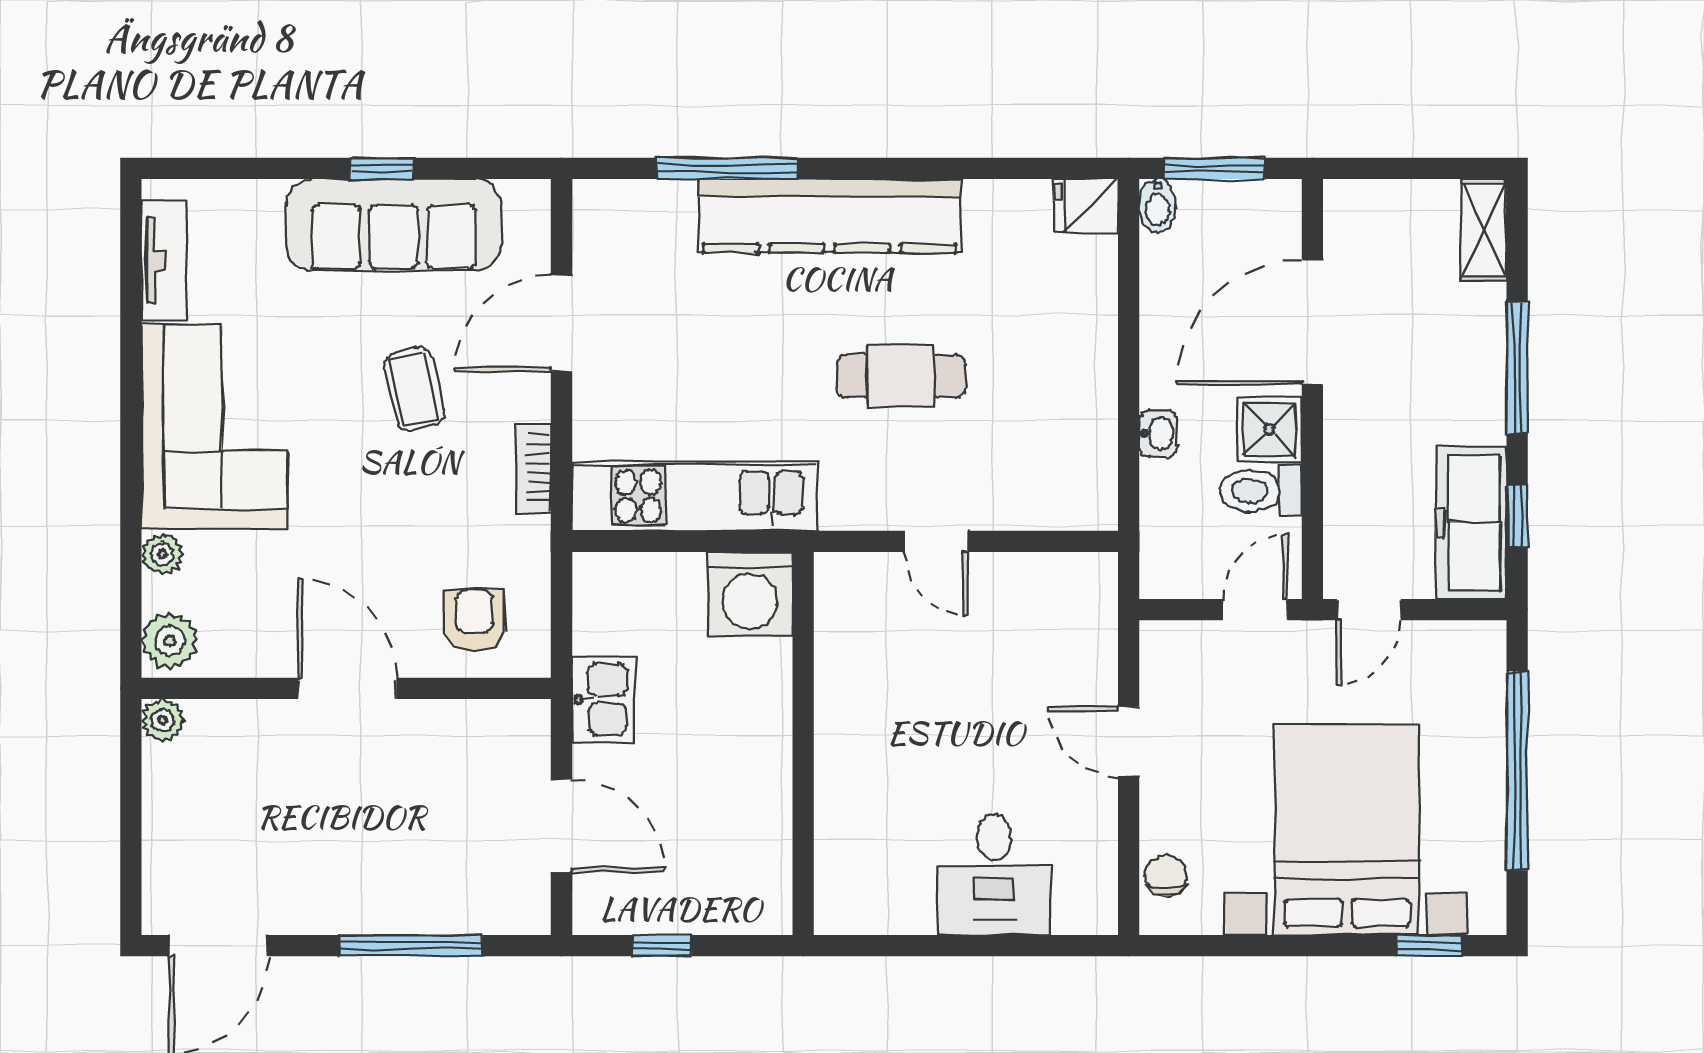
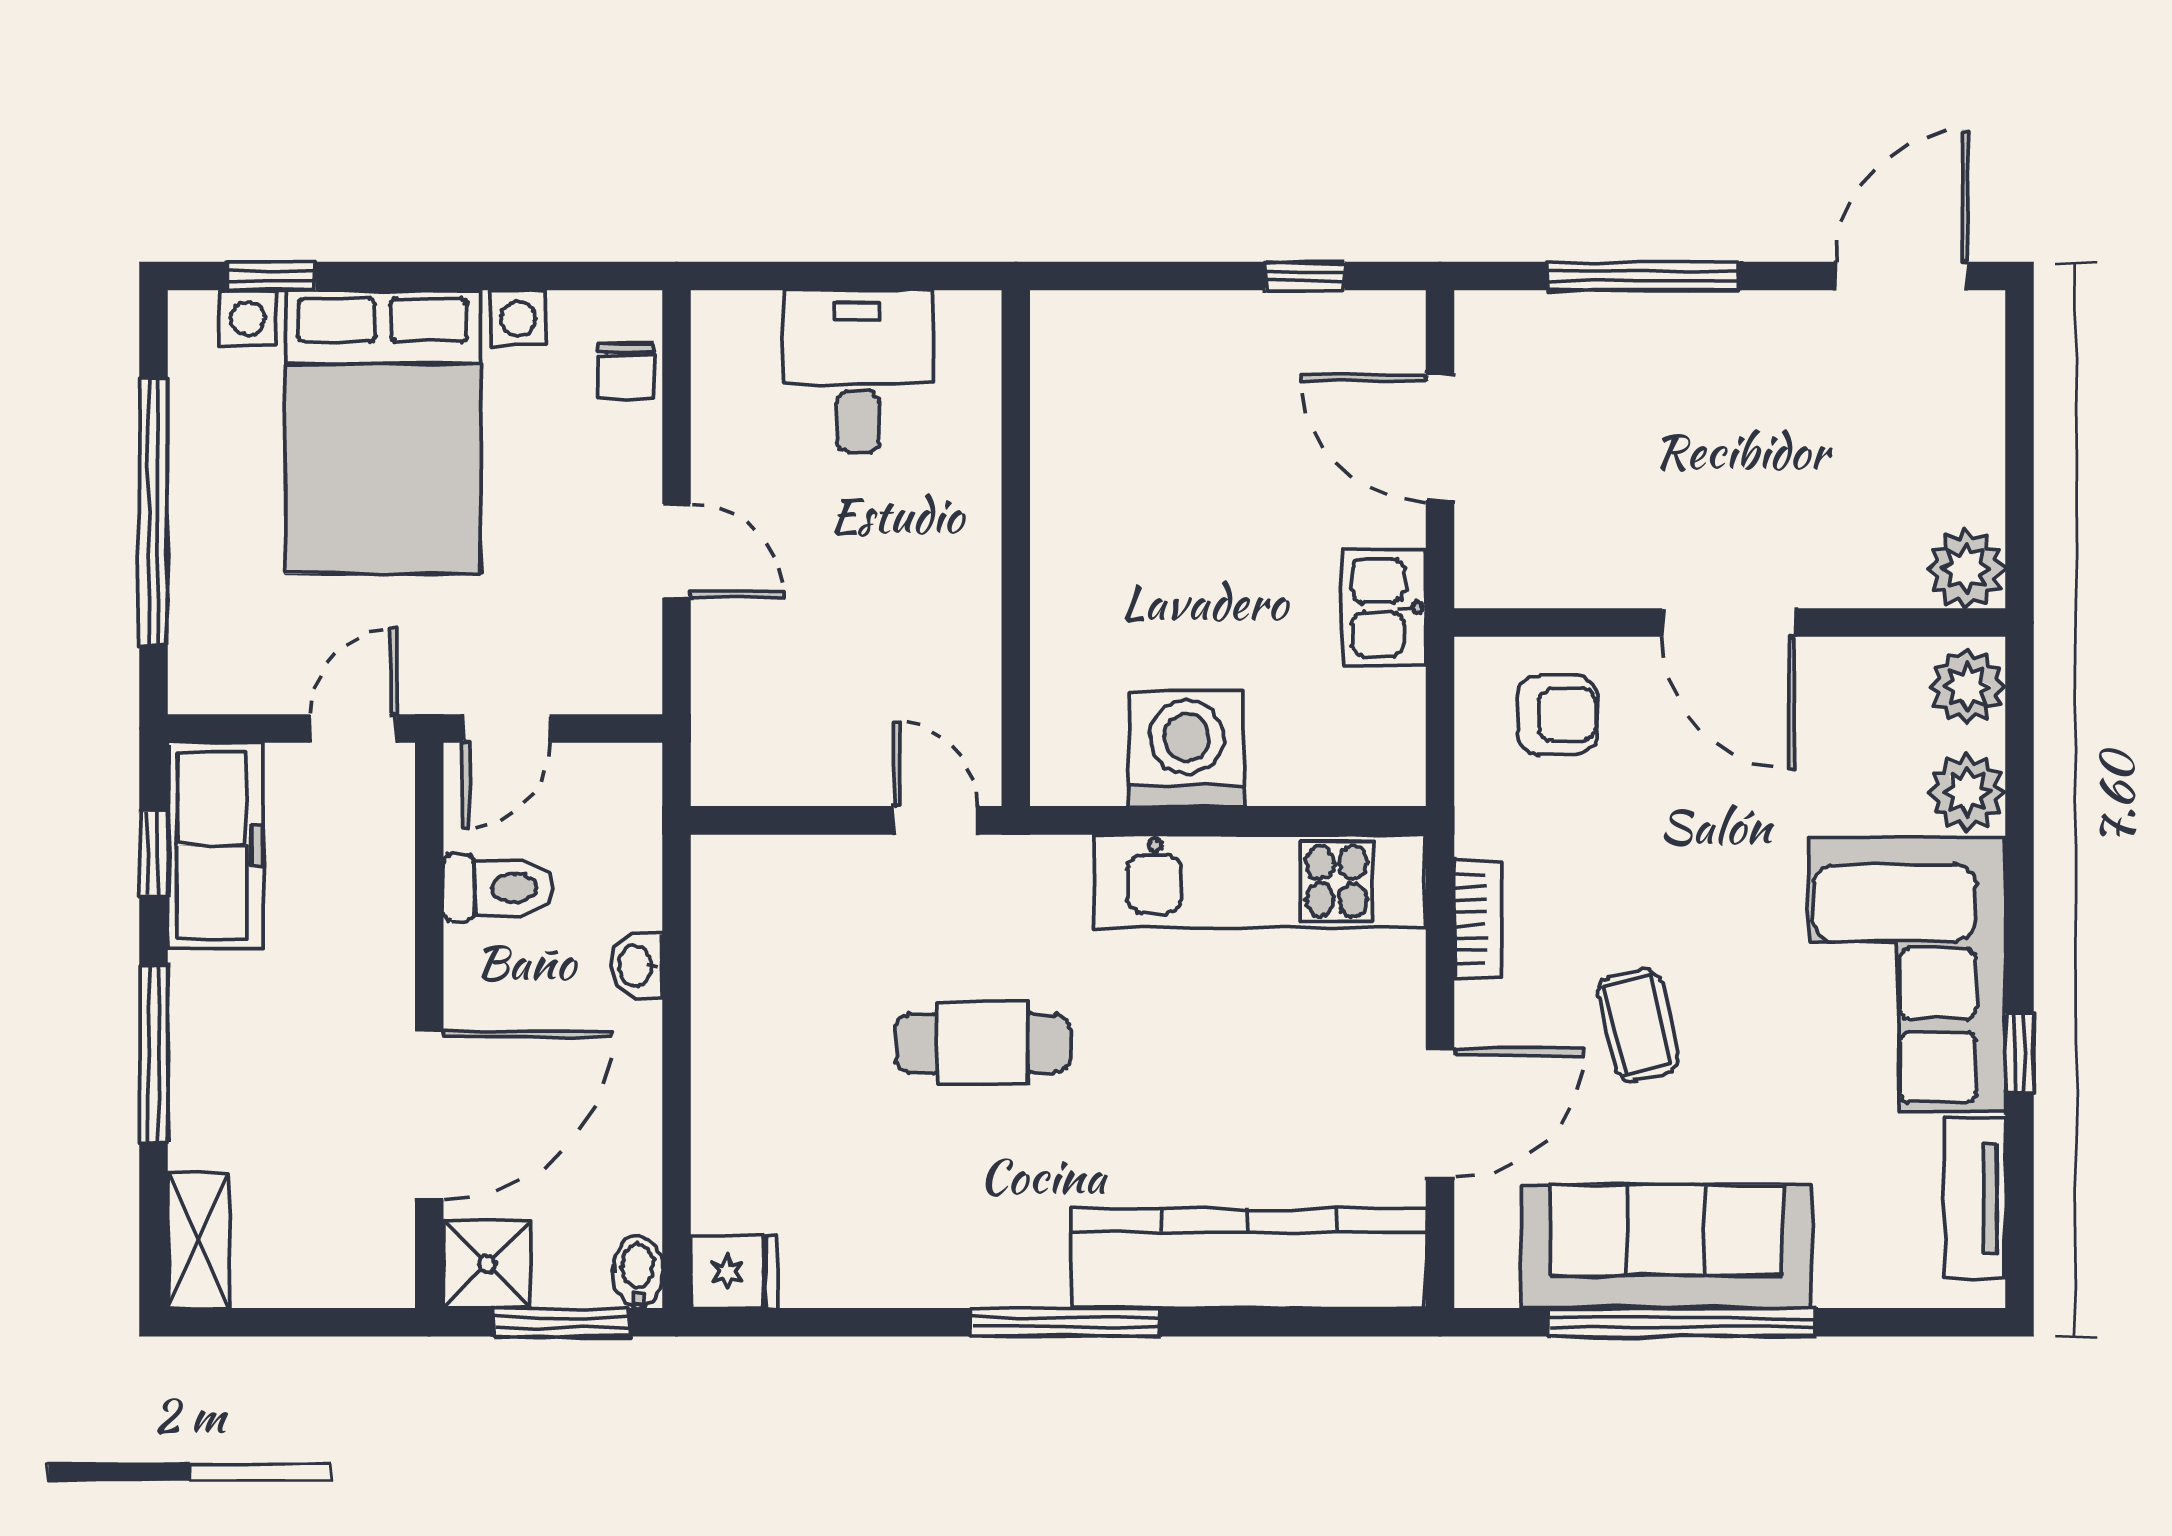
window: (382, 168) -> (1682, 1322), width x3.17
window: (727, 168) -> (1066, 1322), moved
kitchen counter: (830, 216) -> (1249, 1258), moved
window: (131, 369) -> (2020, 1053), added
shower: (1269, 429) -> (487, 1264), moved
plant: (162, 554) -> (1967, 793), width x1.38, depth x1.38
armchair: (474, 620) -> (1557, 715), turned -90
plant: (163, 720) -> (1966, 569), width x1.38, depth x1.38
wall: (803, 743) -> (1016, 548), moved

